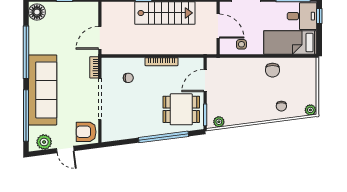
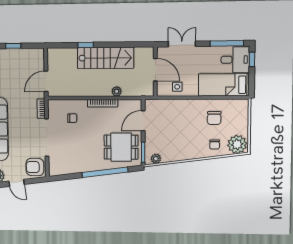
plant: (177, 49) -> (117, 91), added
chair: (273, 70) -> (214, 118), moved
plant: (310, 110) -> (237, 144), width x1.88, depth x1.88

